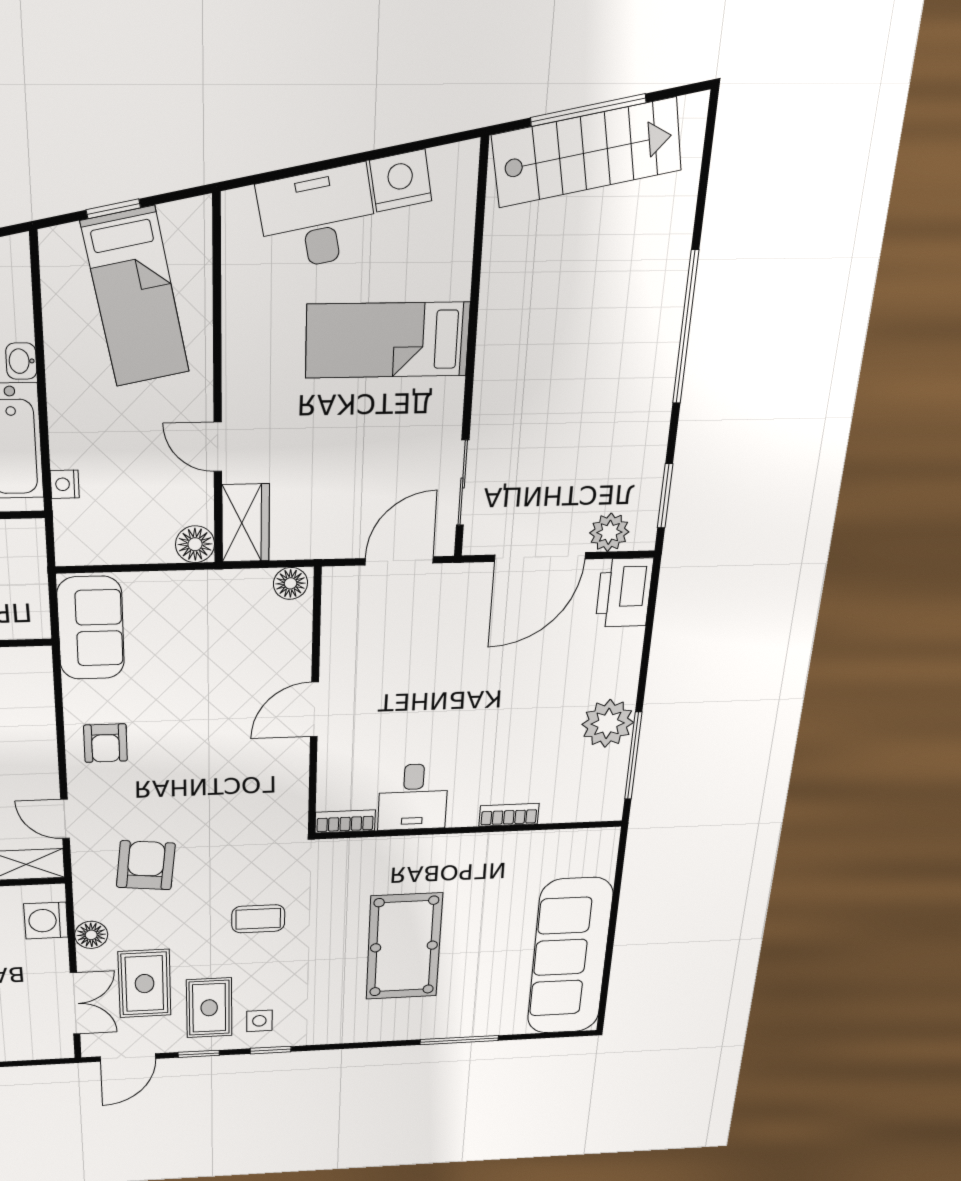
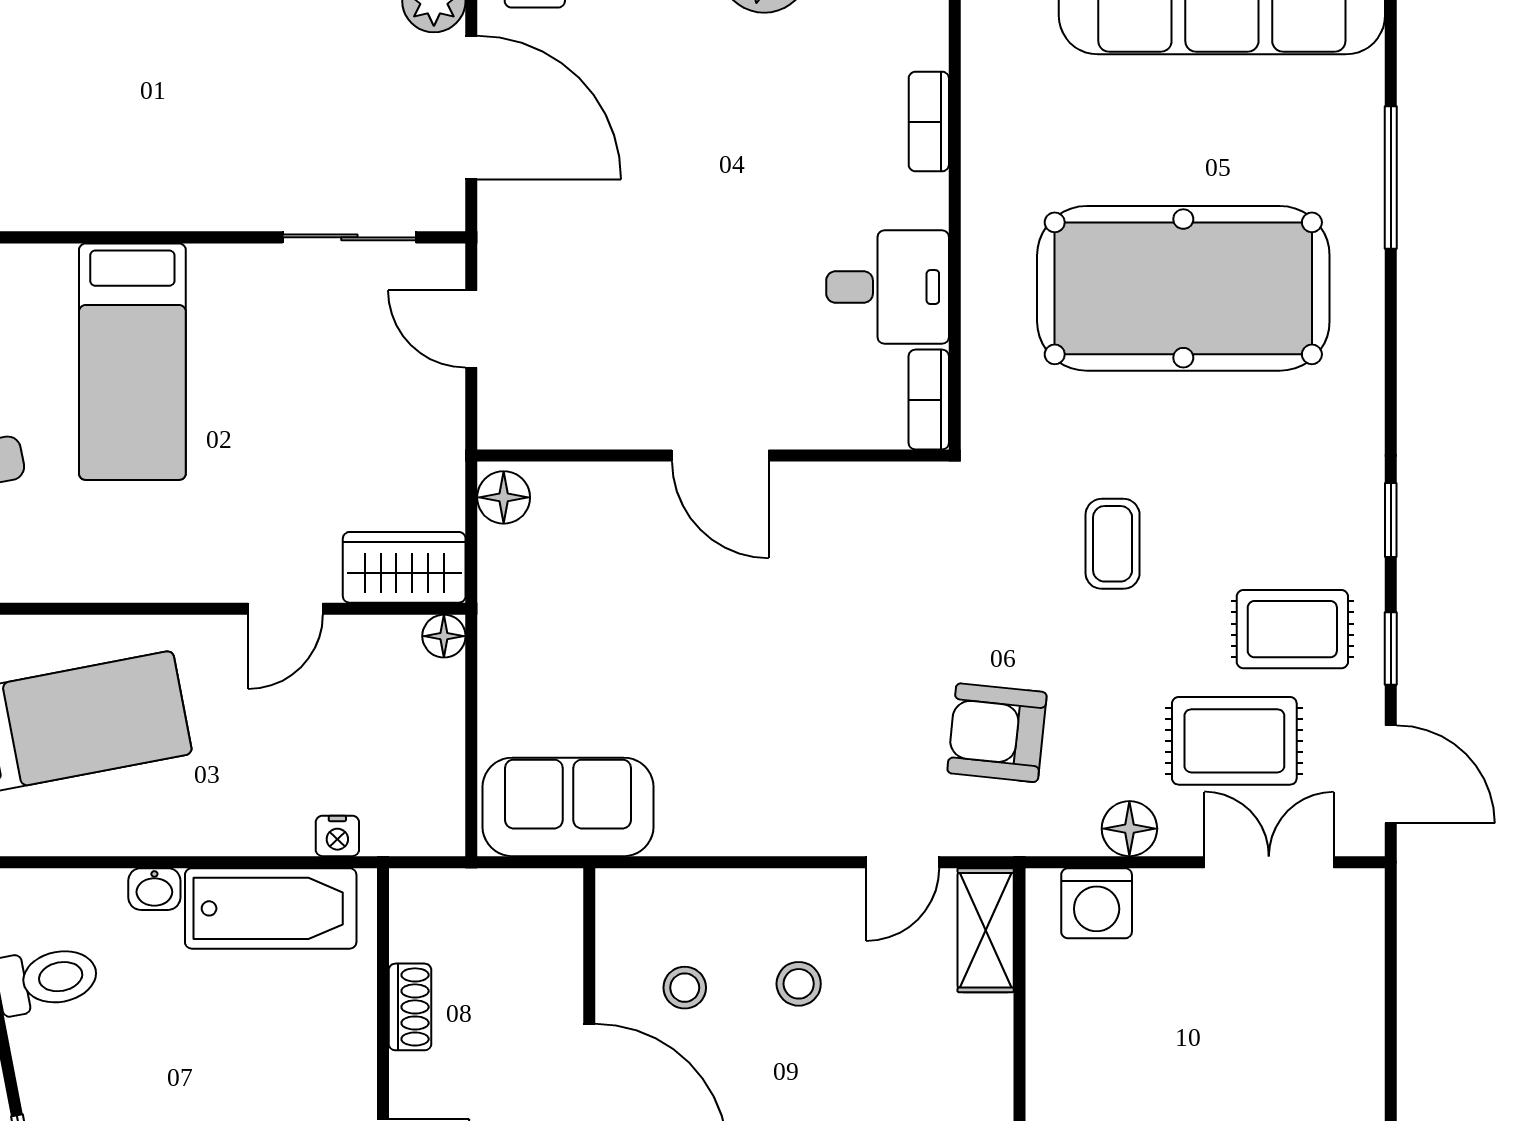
floor lamp: (195, 544) -> (444, 636), width x0.73, depth x0.73
door: (399, 561) -> (471, 329), width x0.73
armchair: (105, 743) -> (767, 791), removed
pool table: (404, 946) -> (1183, 288), width x1.36, depth x1.32
side table: (259, 1021) -> (1326, 540), removed

